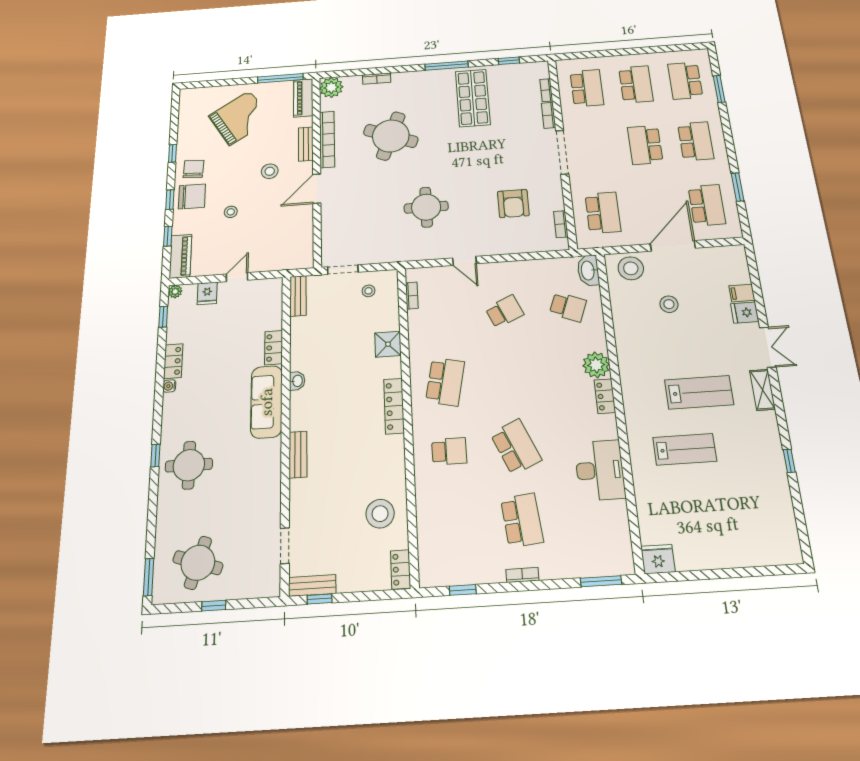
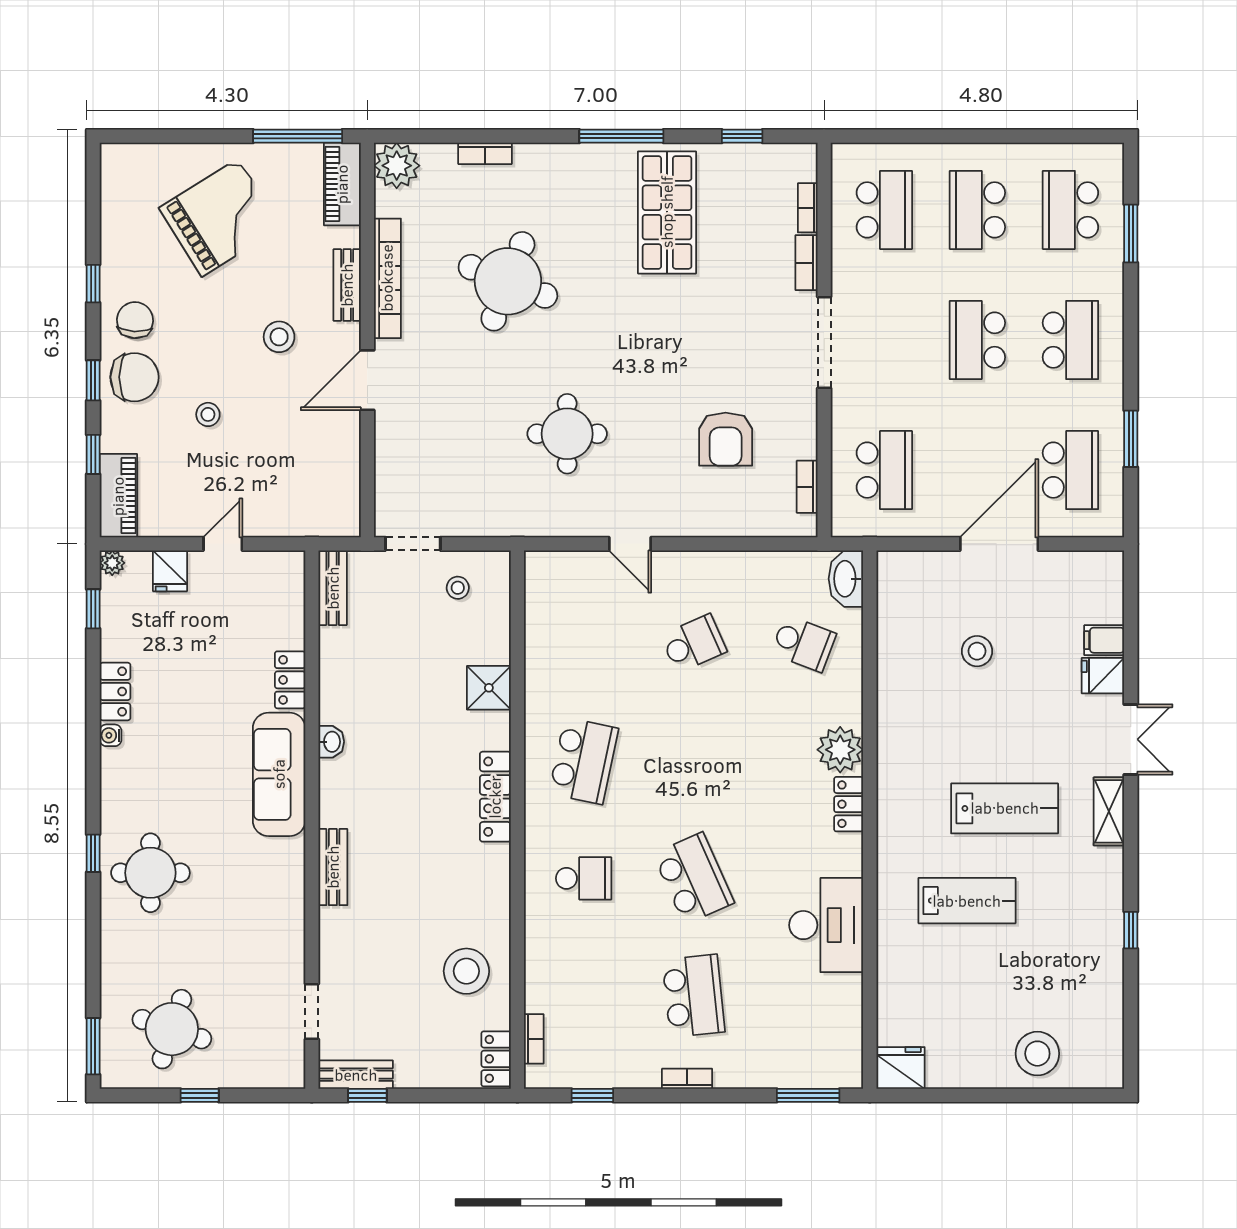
school desk: (636, 84) -> (977, 210), turned 180
stool: (631, 268) -> (1037, 1054), moved
bookcase: (412, 296) -> (534, 1039), moved

